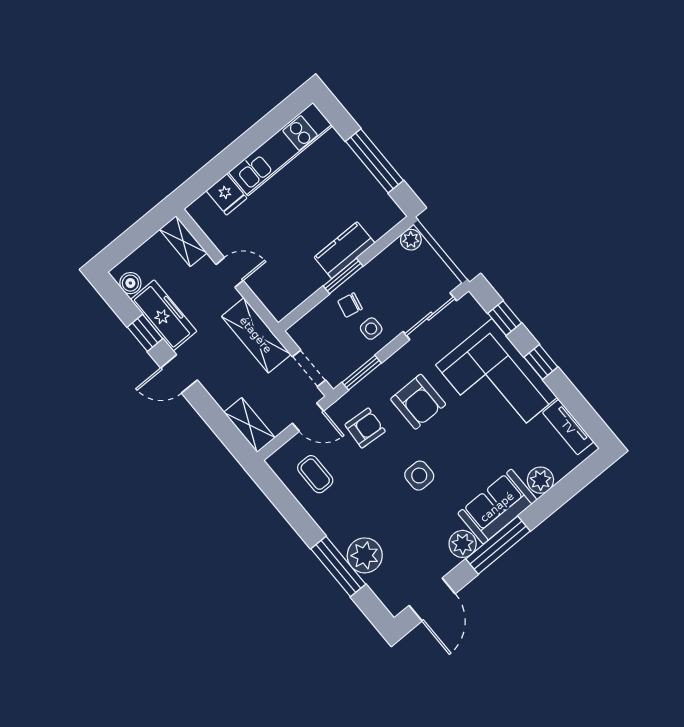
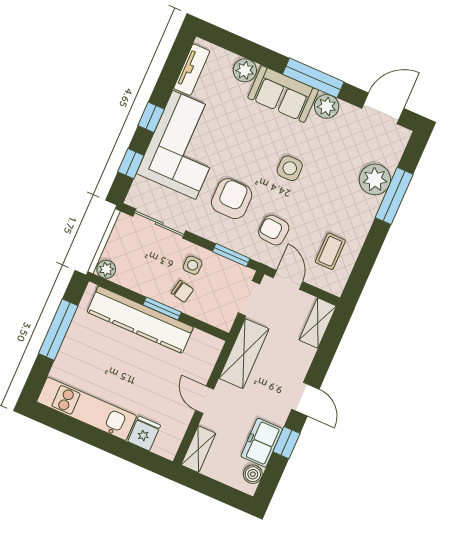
kitchen counter: (344, 250) -> (140, 320), width x2.08, depth x1.17
freezer: (164, 315) -> (262, 443), width x0.71

